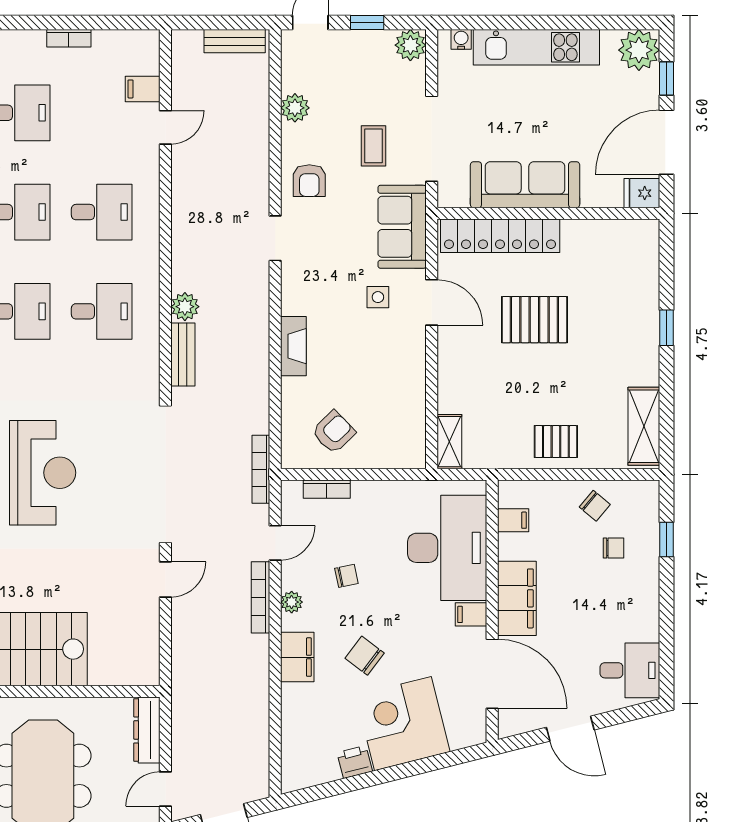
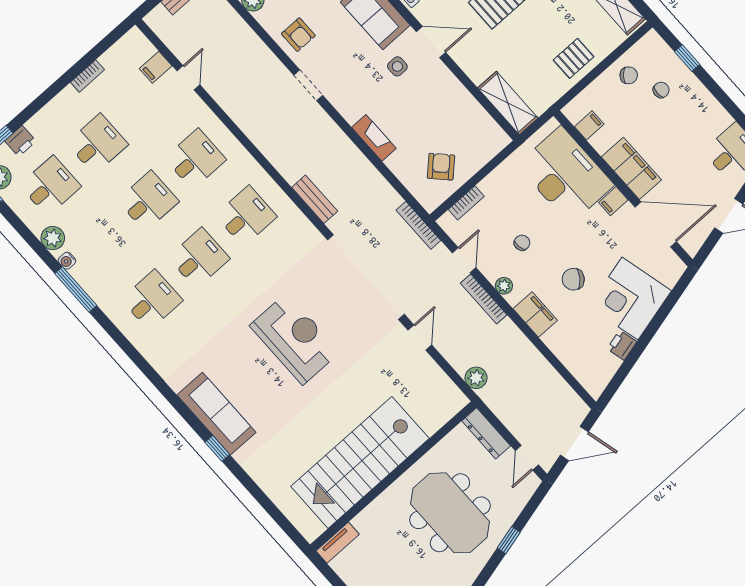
plant: (185, 307) -> (476, 378), moved
shelving: (449, 442) -> (508, 103), width x1.50, depth x1.33

